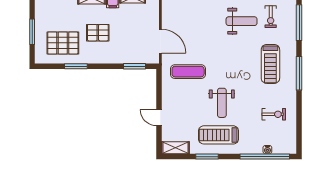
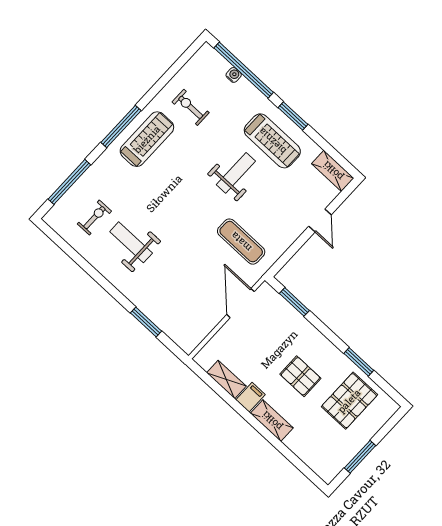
window: (32, 32) -> (360, 457), moved
pallet: (63, 43) -> (349, 401), turned 90
treadmill: (270, 64) -> (147, 139), moved
window: (207, 157) -> (293, 116), moved

